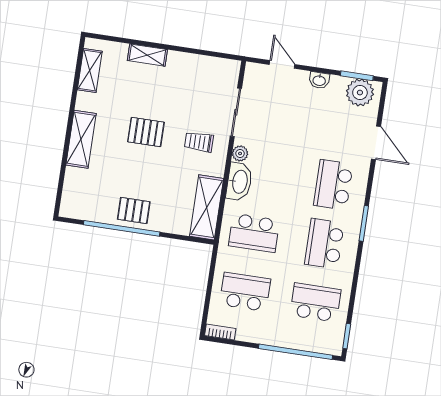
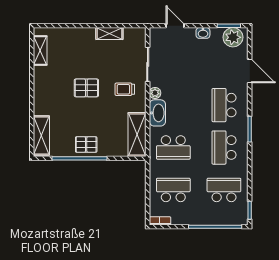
shelving: (147, 55) -> (109, 34), moved
shelving: (81, 139) -> (41, 136), moved

